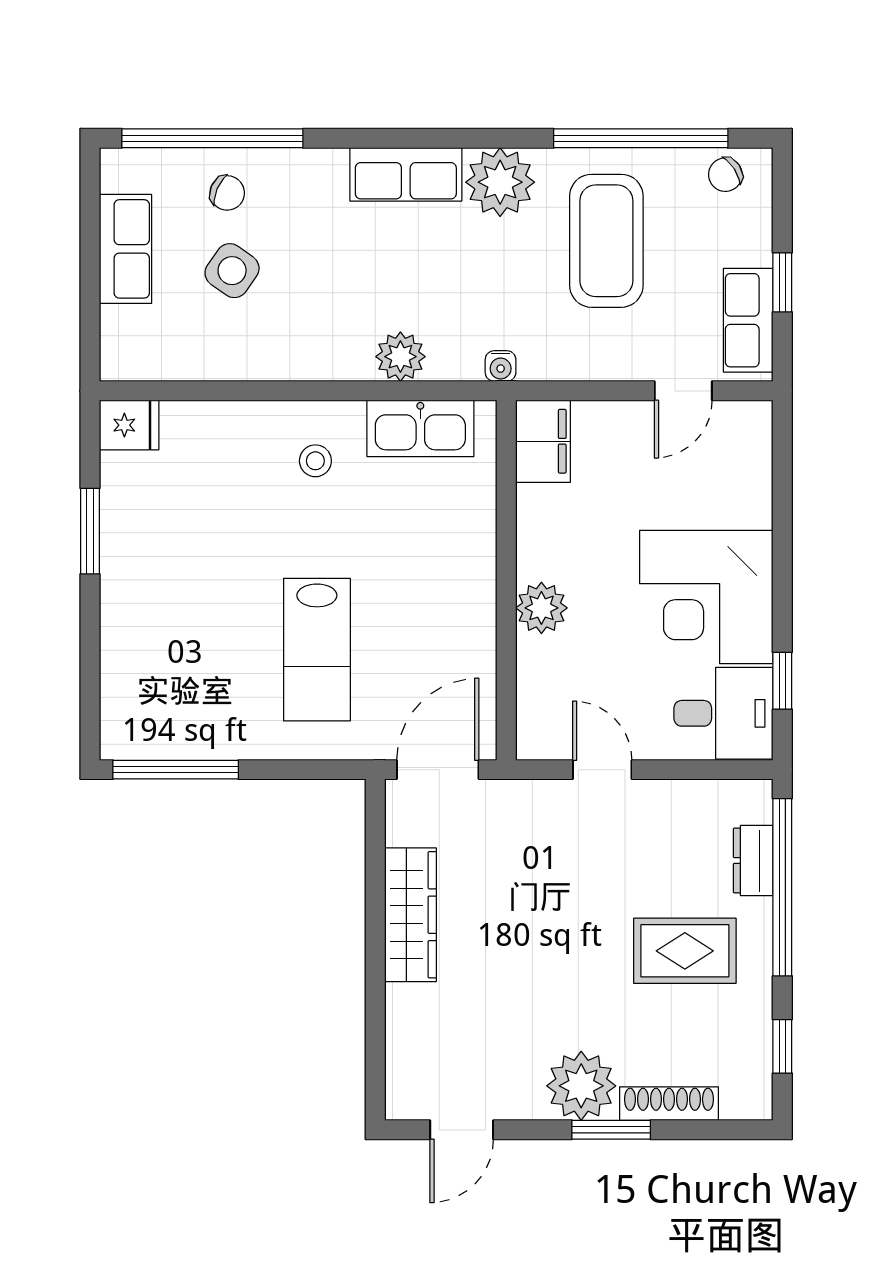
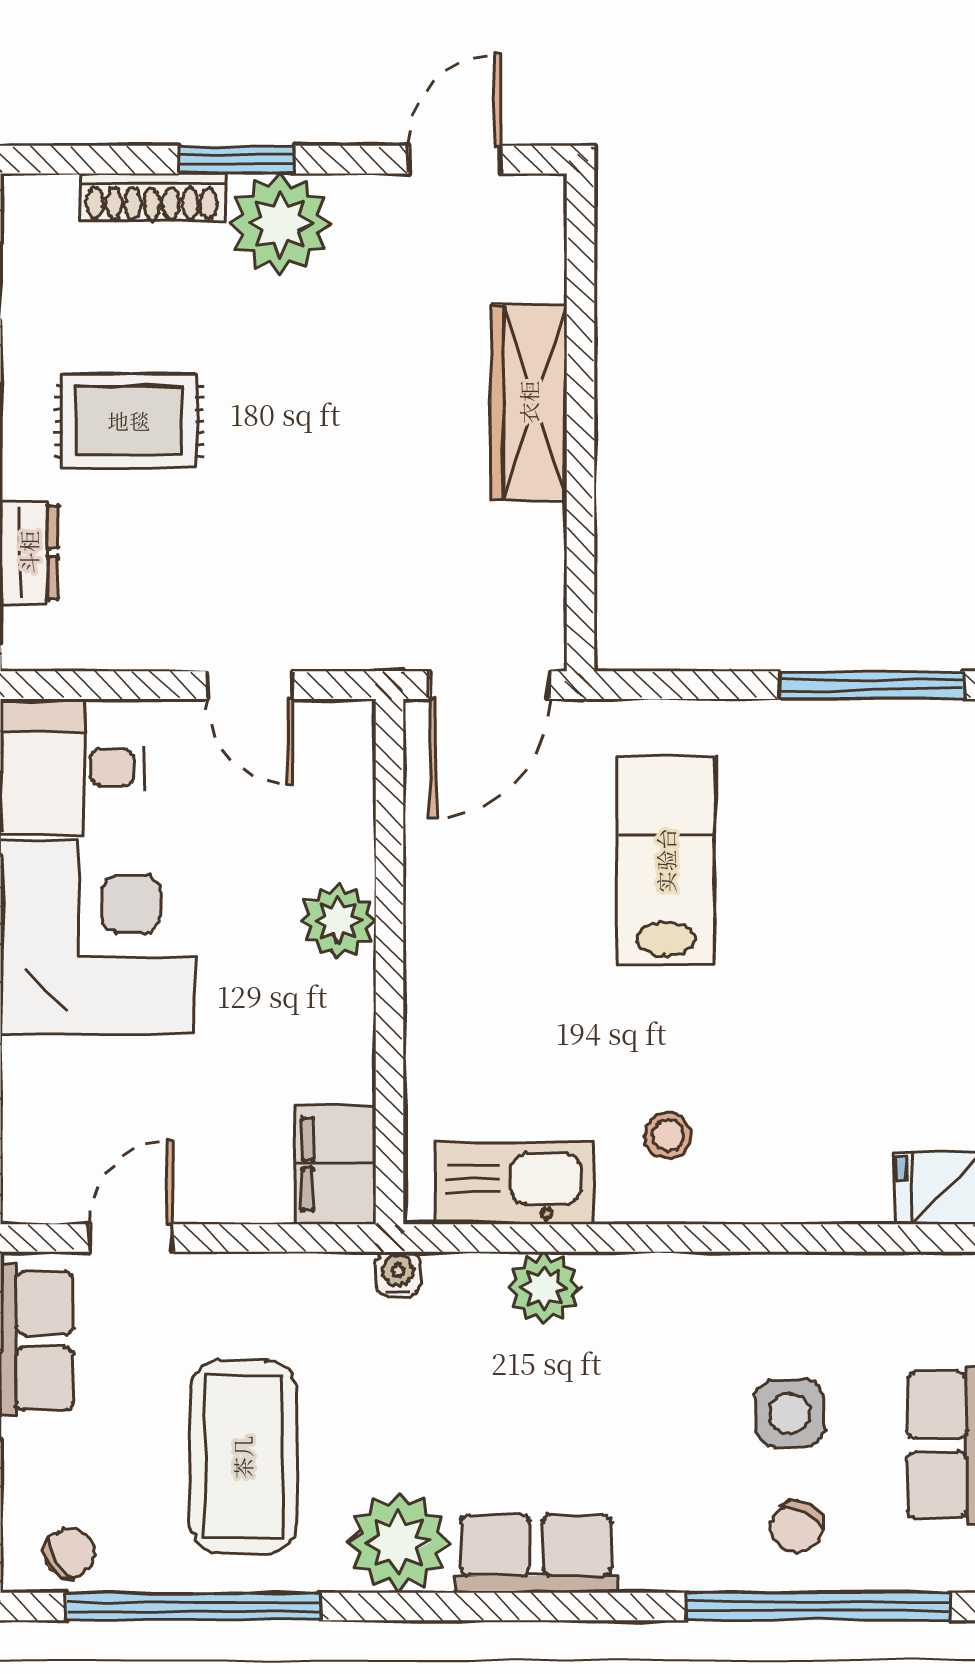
chair: (227, 193) -> (797, 1527), turned -87
side table: (232, 271) -> (790, 1413), turned -38
wardrobe: (411, 915) -> (529, 402), moved

